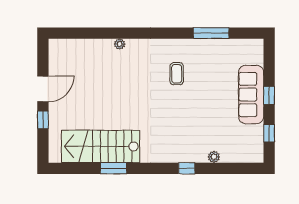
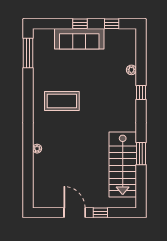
window: (211, 33) -> (28, 53), moved
coffee table: (177, 74) -> (62, 101), width x1.86, depth x1.72

